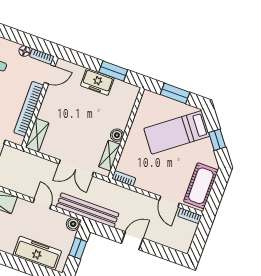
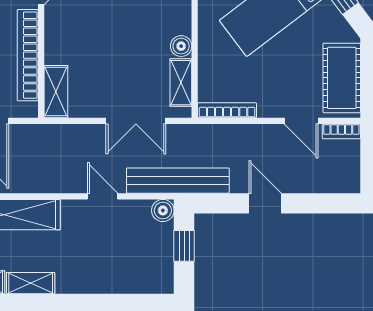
bookcase: (124, 178) -> (227, 110), width x1.56
door: (132, 241) -> (265, 203), hinge flipped
freezer: (37, 253) -> (123, 277), removed

